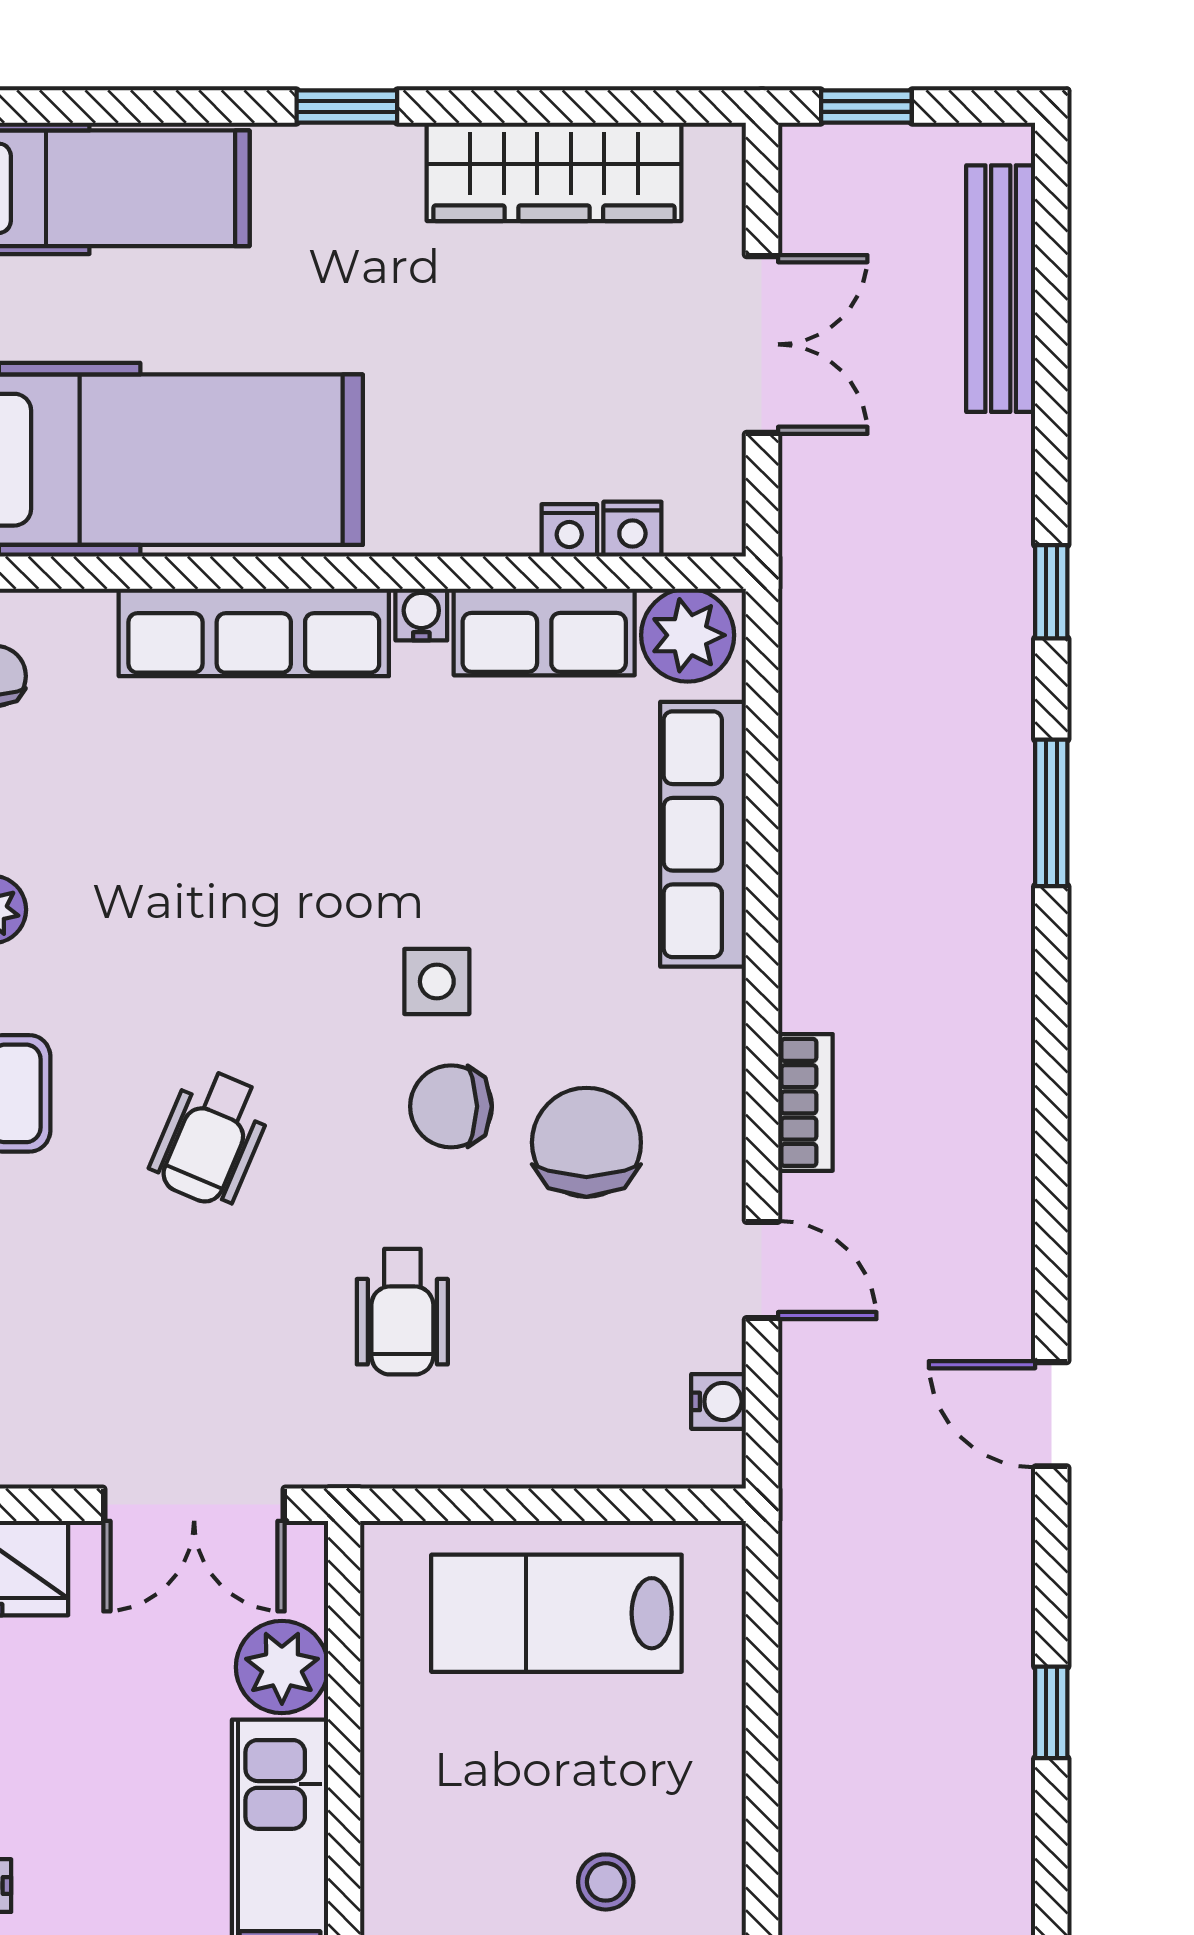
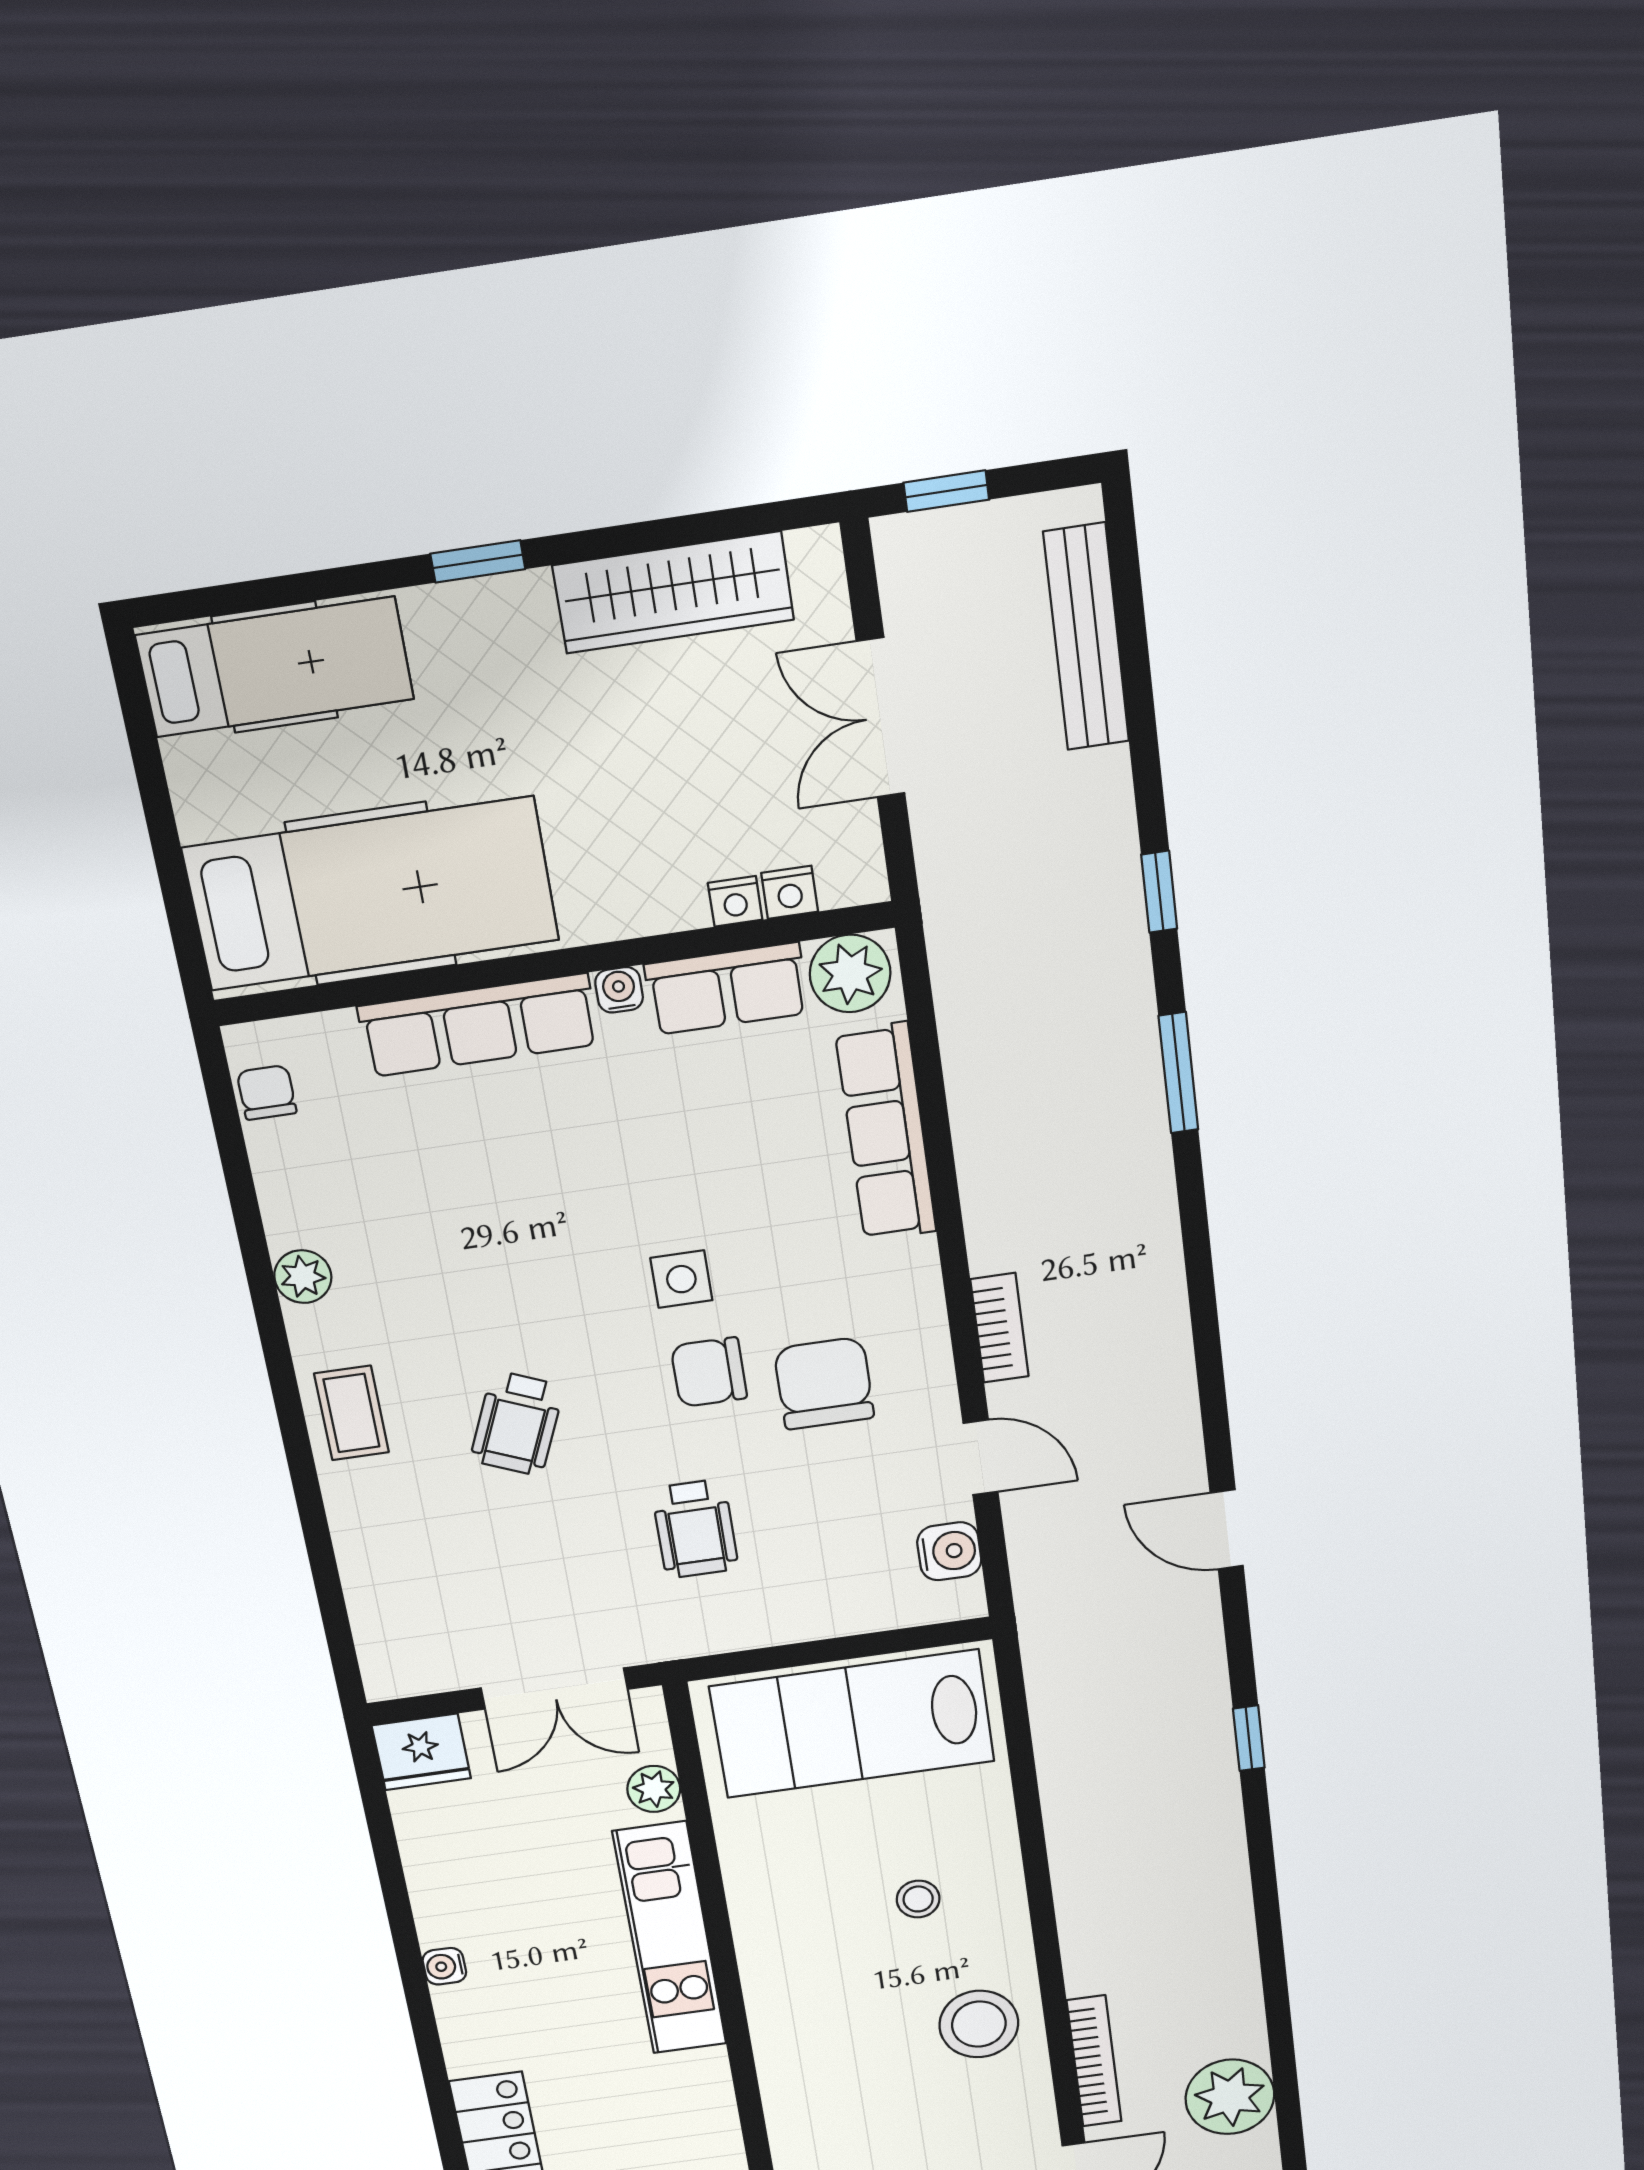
double door: (762, 344) -> (881, 718), swing flipped
water cooler: (719, 1401) -> (949, 1551), width x1.38, depth x1.38
lab bench: (556, 1613) -> (852, 1724), width x1.36, depth x1.39
plant: (282, 1667) -> (654, 1789), width x0.73, depth x0.73

